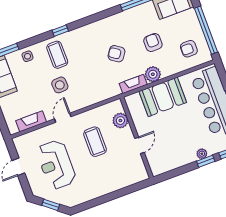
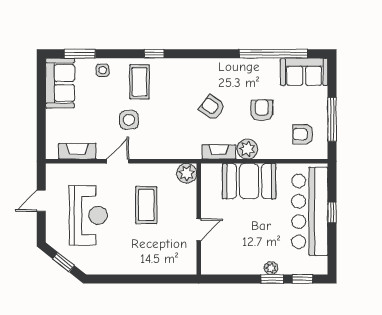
window: (206, 30) -> (332, 119), width x0.68
plant: (120, 121) -> (187, 173), moved
reception desk: (56, 165) -> (88, 215), turned 180

